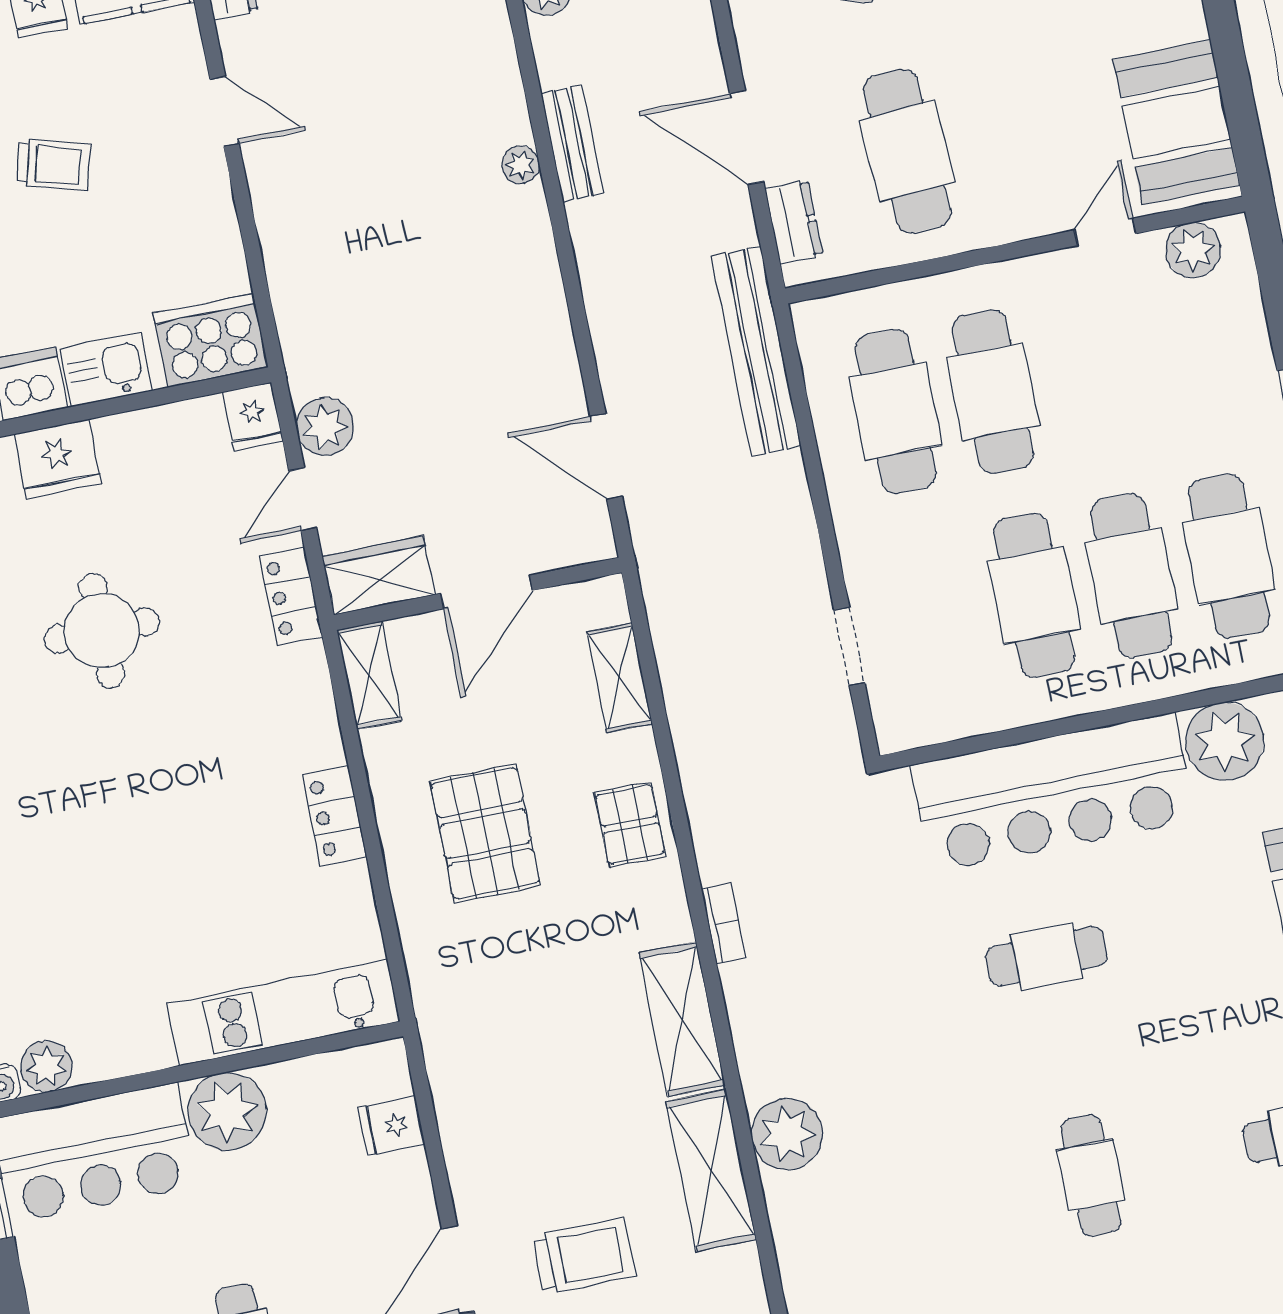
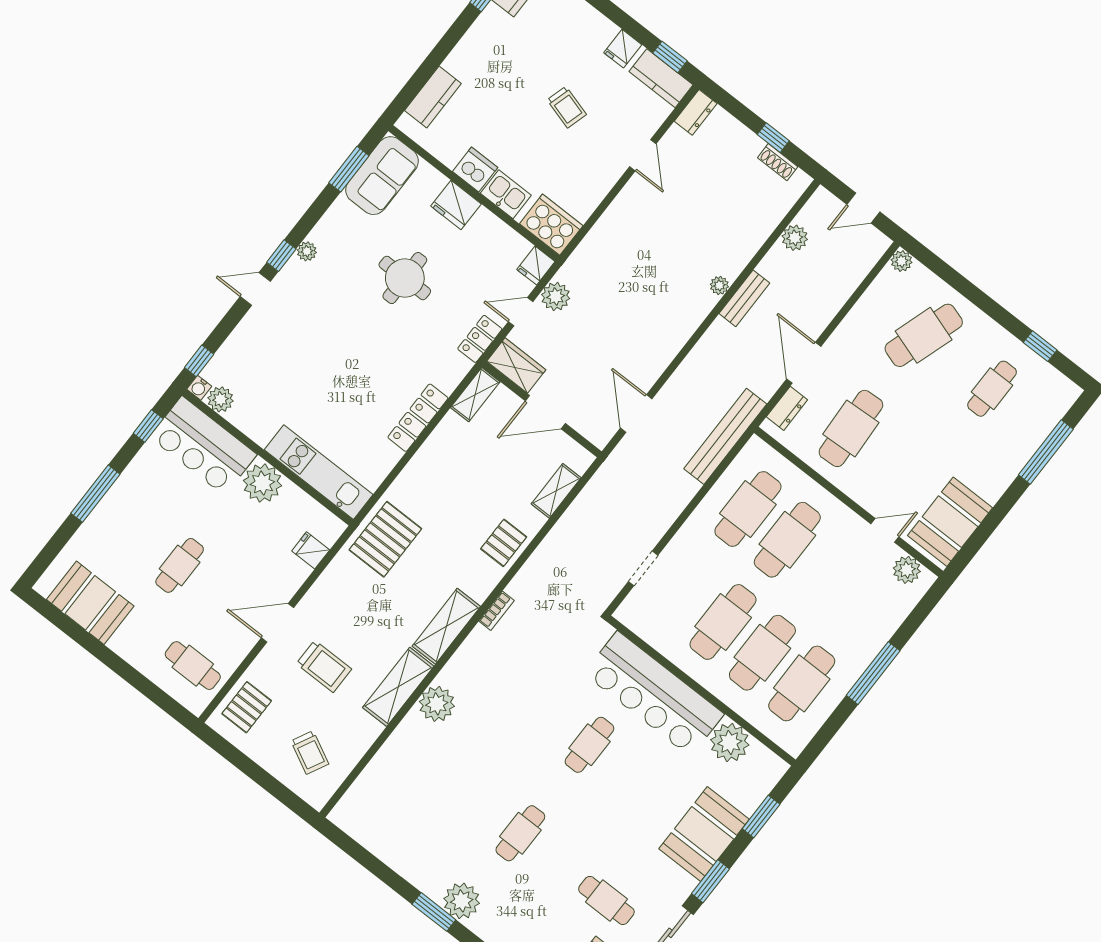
locker: (335, 816) -> (418, 418), width x1.53
pallet: (485, 833) -> (385, 539), moved
cafe table: (1047, 956) -> (589, 745), turned 90

